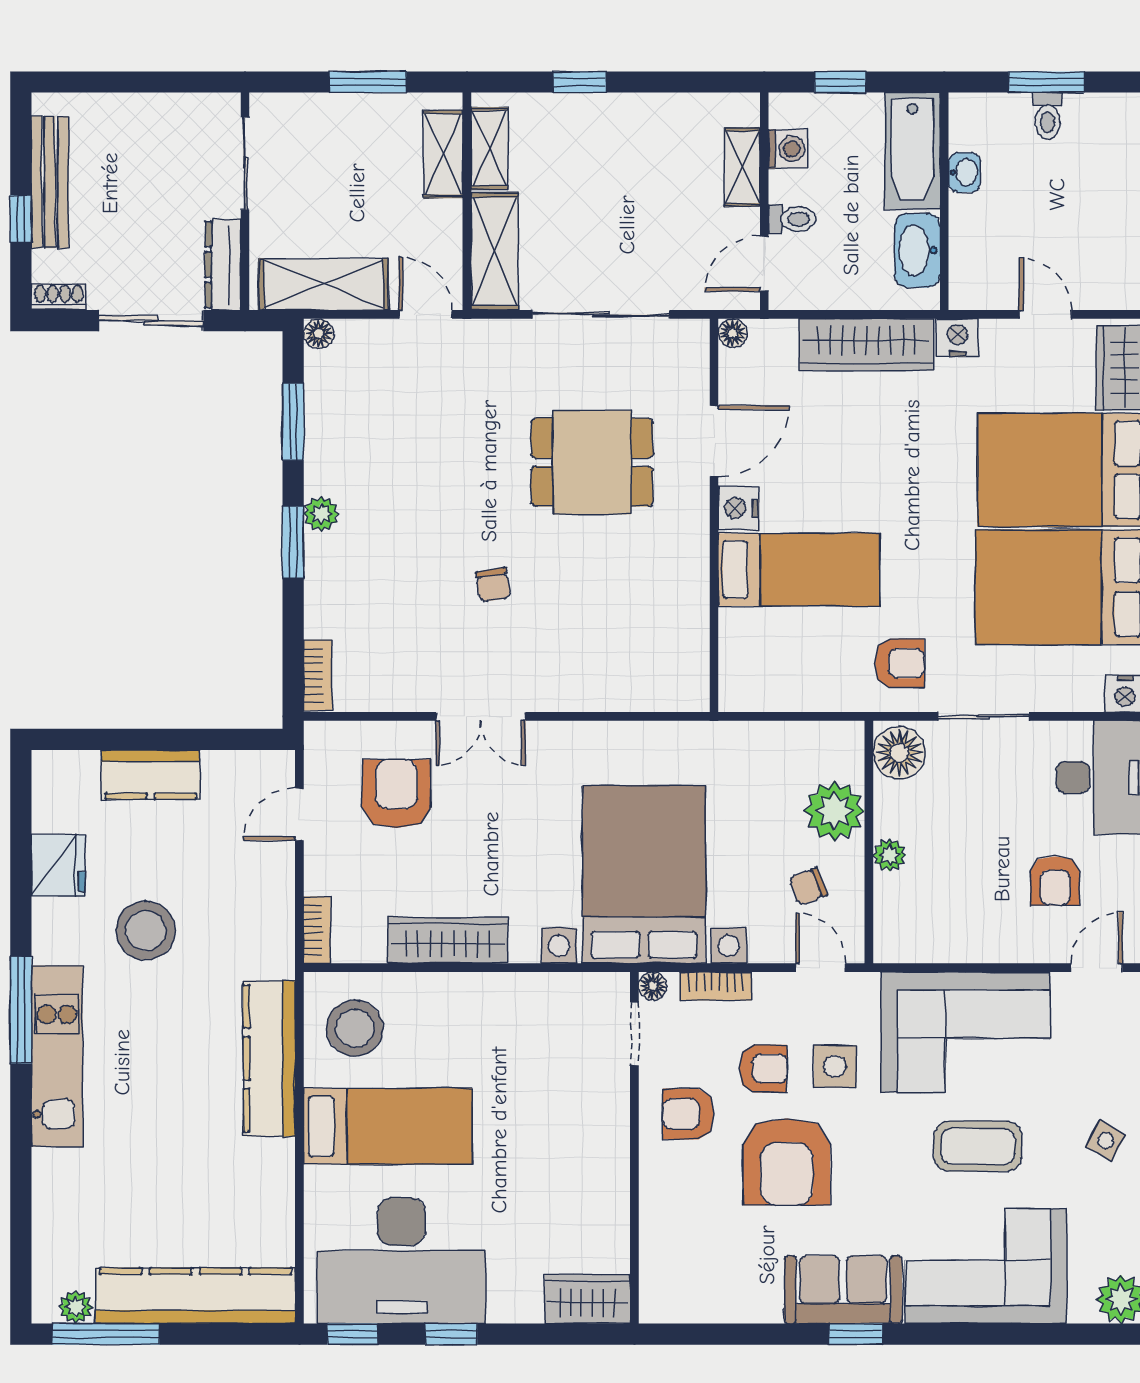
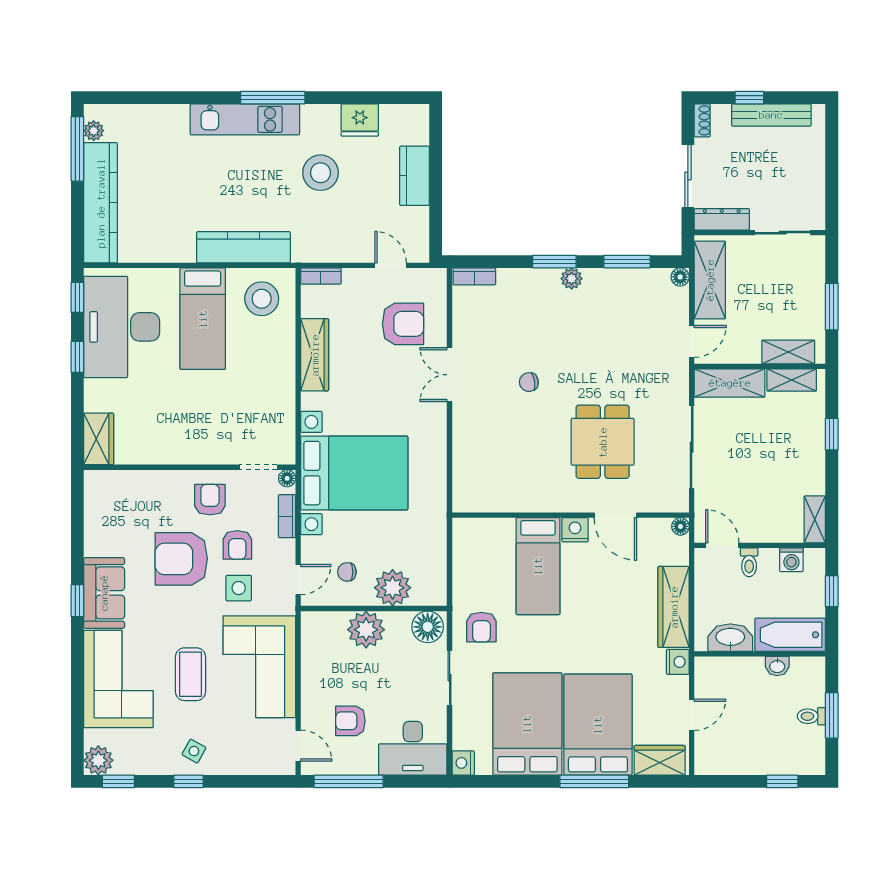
shelving: (742, 167) -> (815, 519), moved, turned 90
plant: (889, 855) -> (366, 630), width x1.87, depth x1.87
chair: (808, 887) -> (347, 572), turned -69

